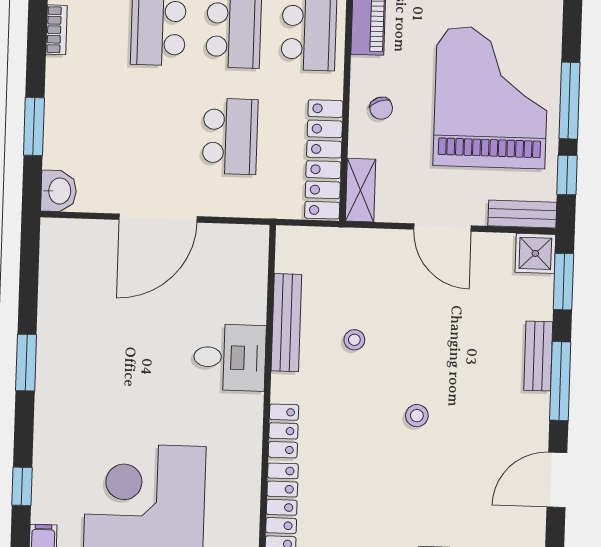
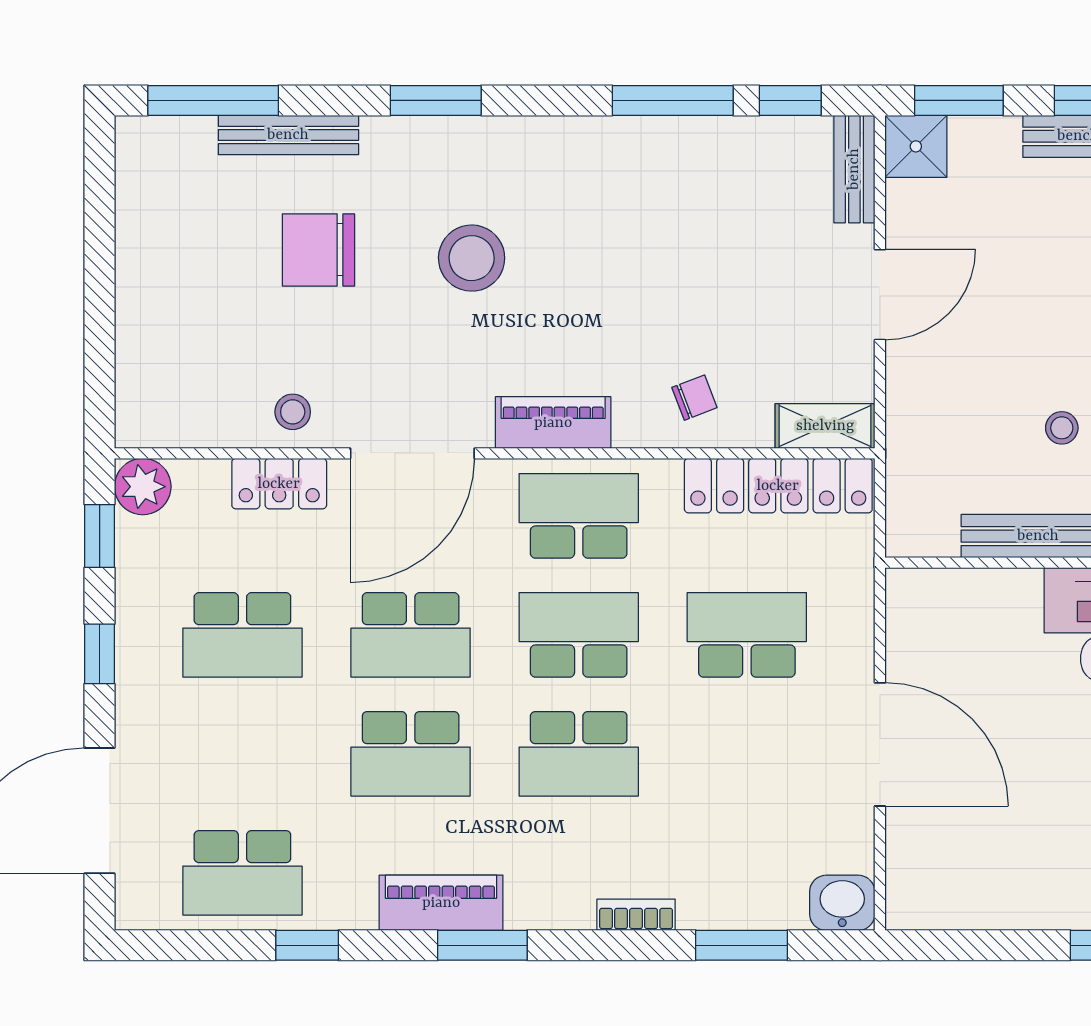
bookcase: (56, 30) -> (636, 915), moved
grand piano: (491, 97) -> (672, 224), removed

